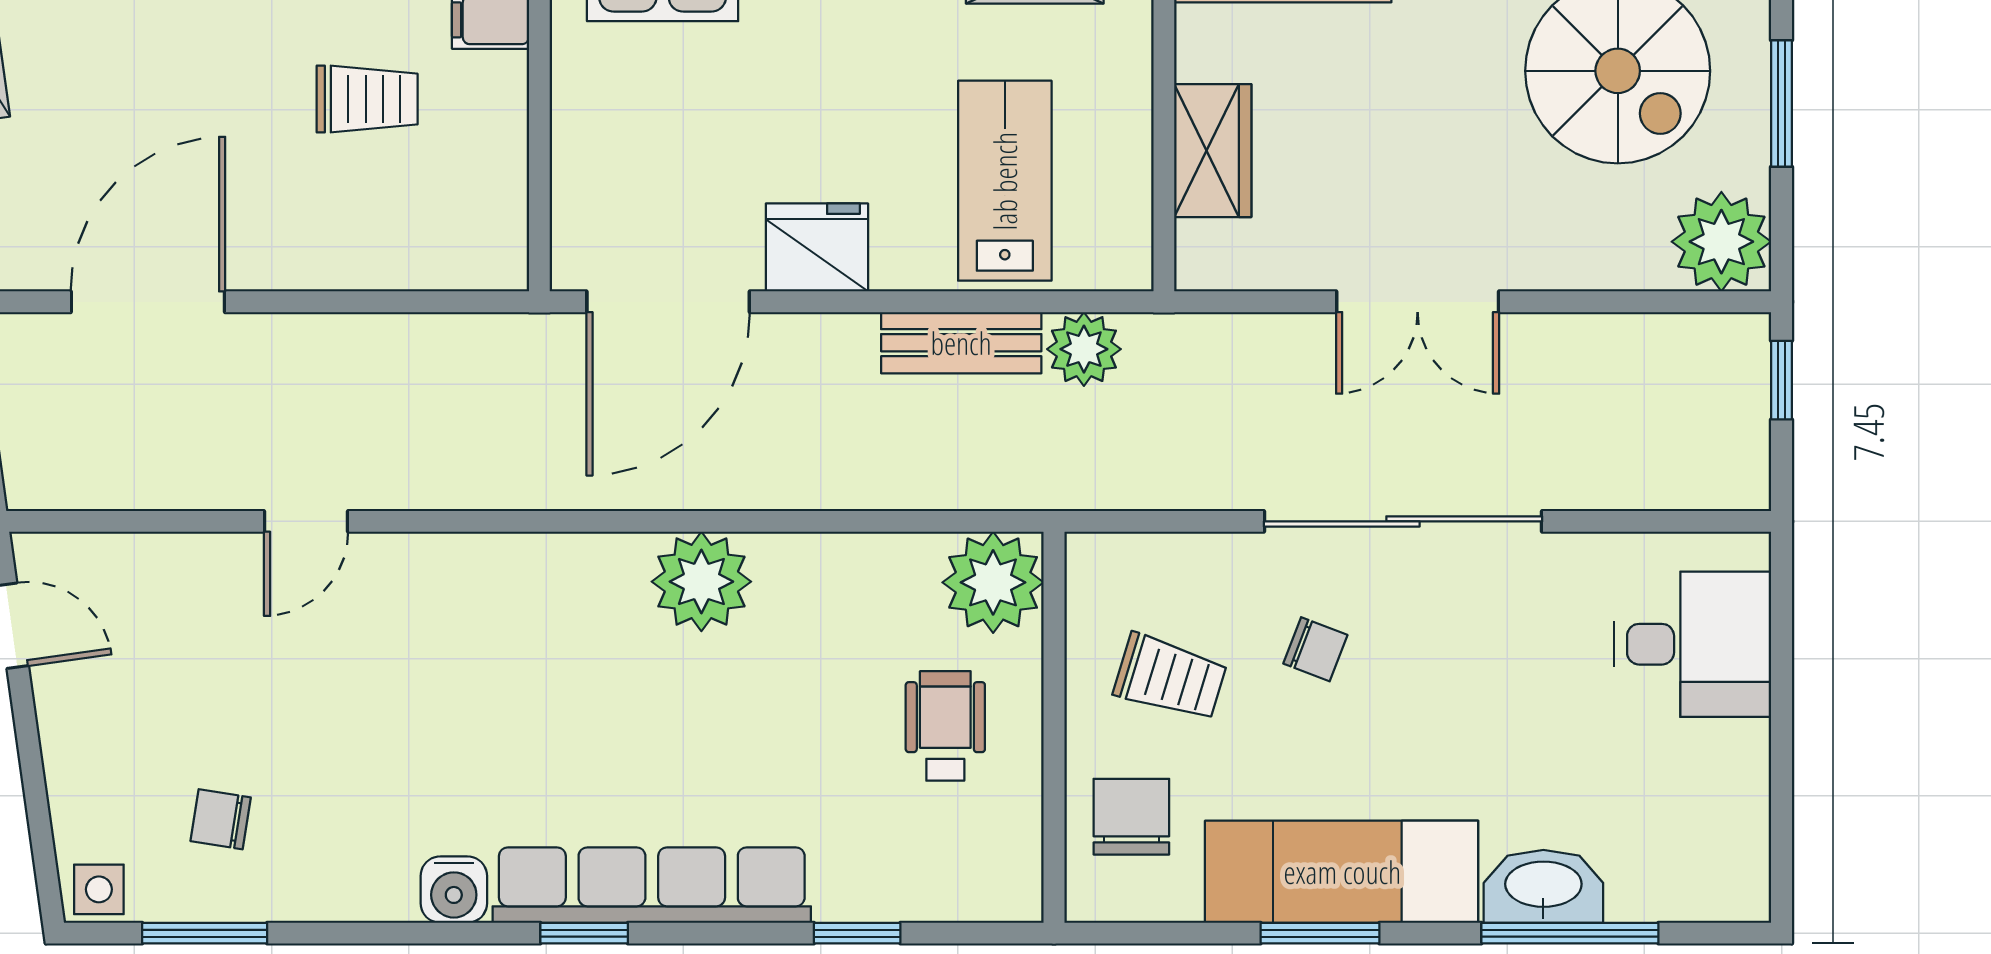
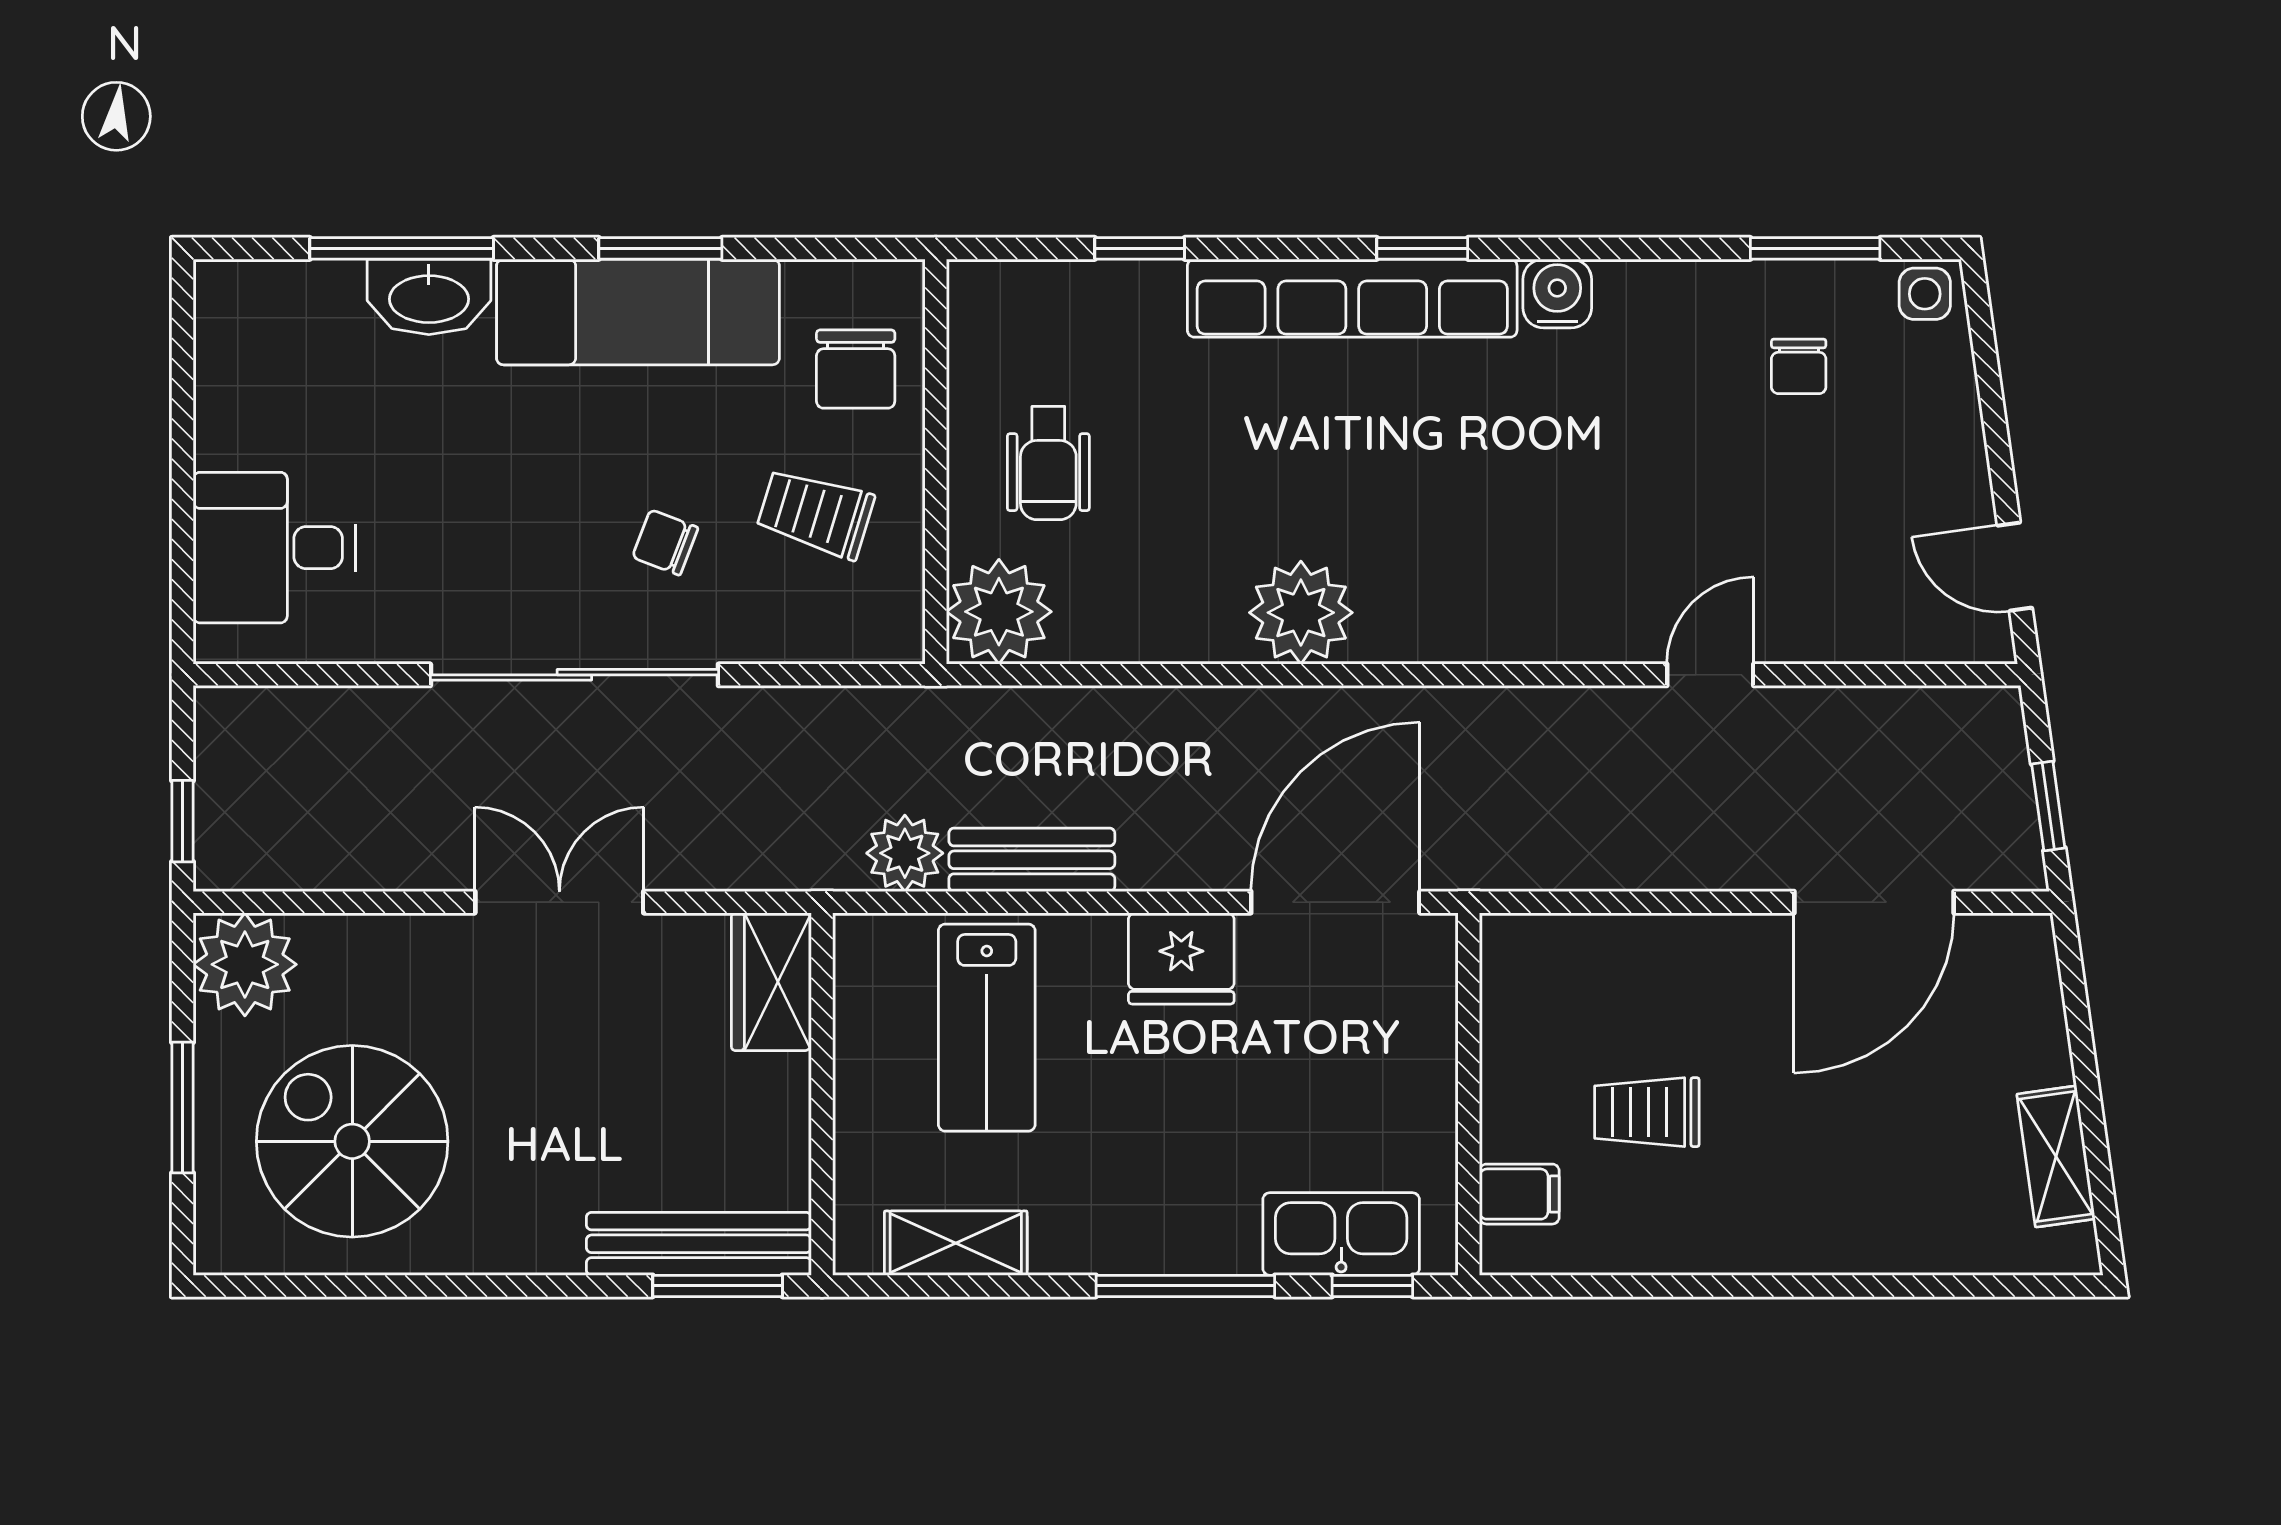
wardrobe: (1213, 151) -> (771, 982), moved
chair: (221, 819) -> (1799, 366), turned 81

